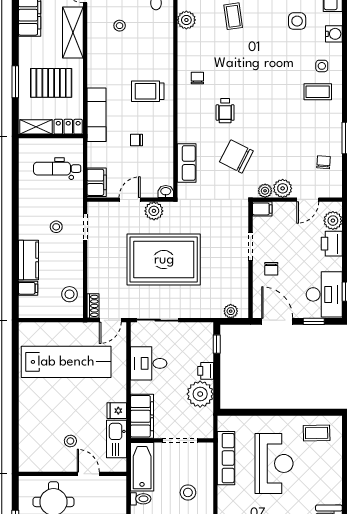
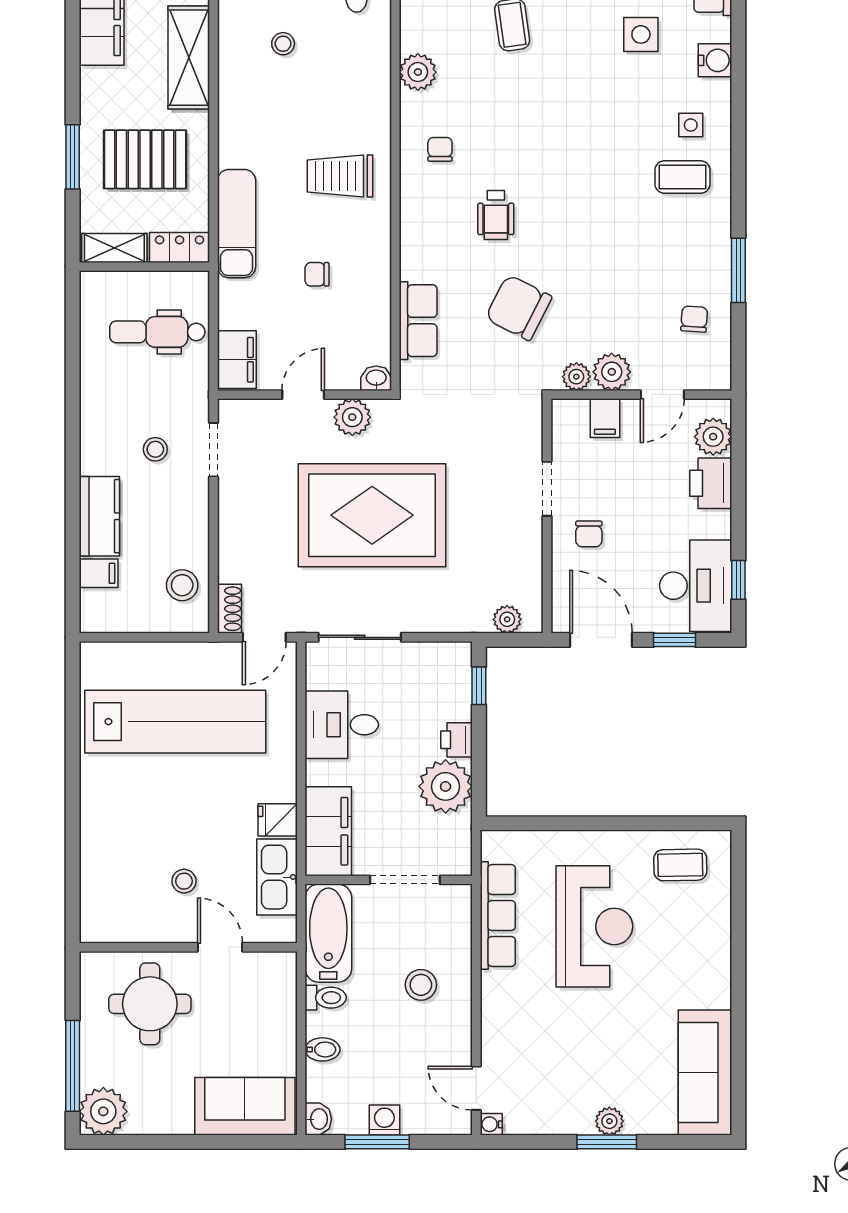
plant: (186, 20) -> (418, 72), moved
filing cabinet: (262, 209) -> (605, 418), moved, turned 90

